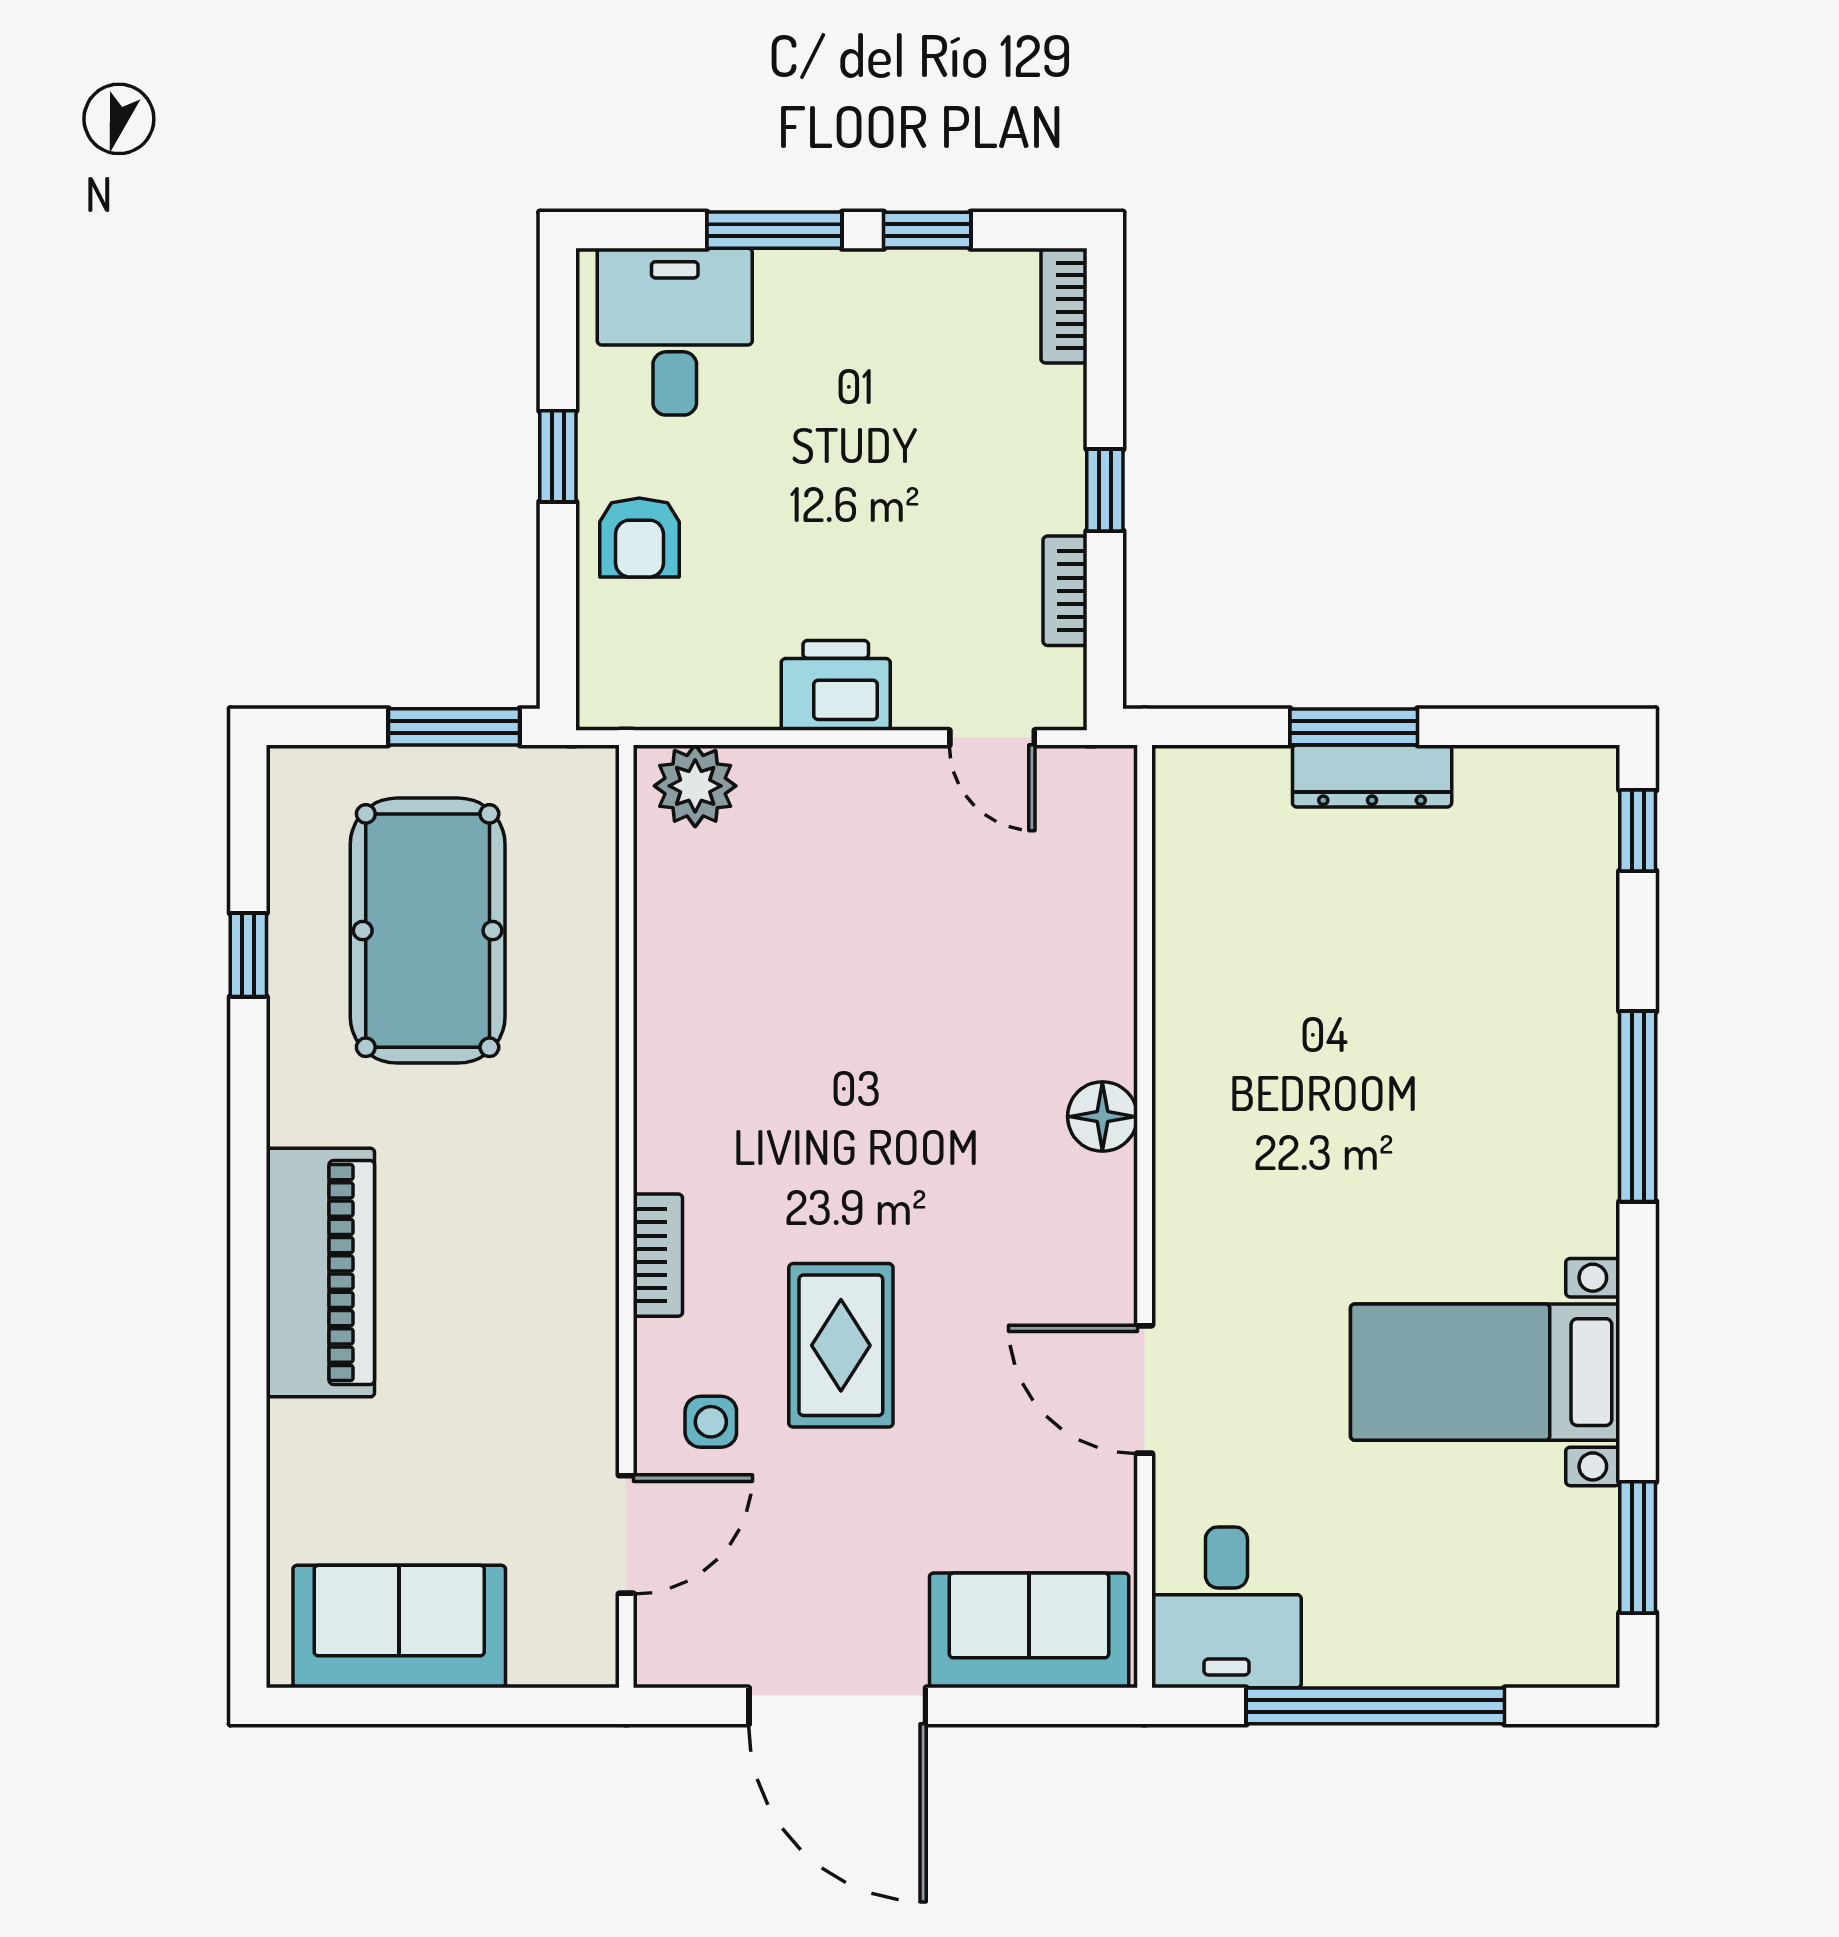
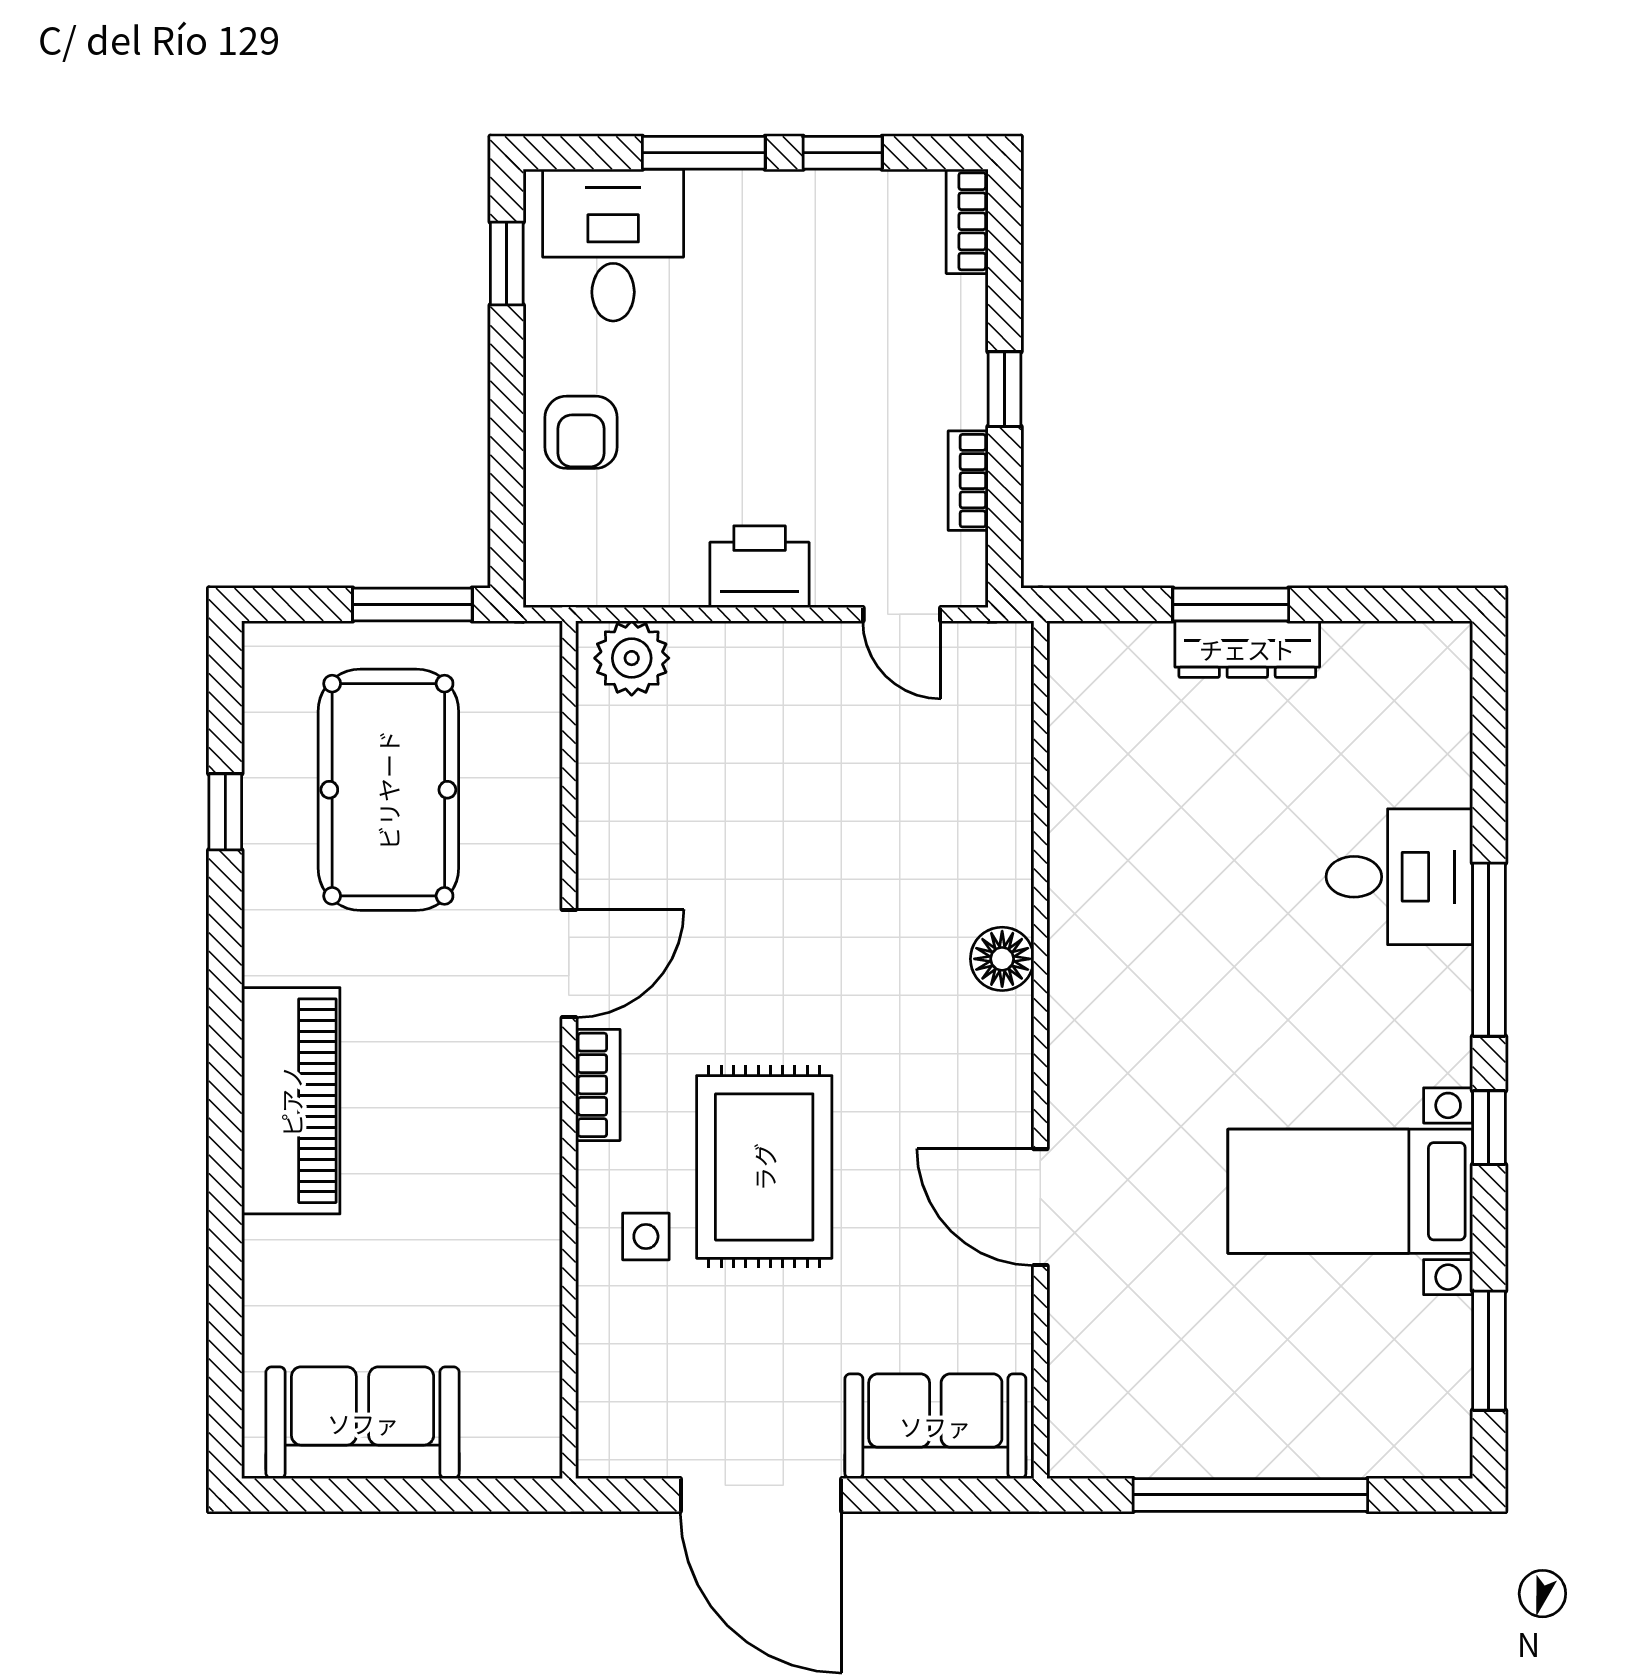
window: (558, 456) -> (507, 264), moved
window: (1638, 831) -> (1489, 1128), moved
rug: (841, 1345) -> (764, 1167), width x1.36, depth x1.43
door: (626, 1534) -> (569, 964), moved
desk: (1226, 1607) -> (1399, 877), moved, turned -90

